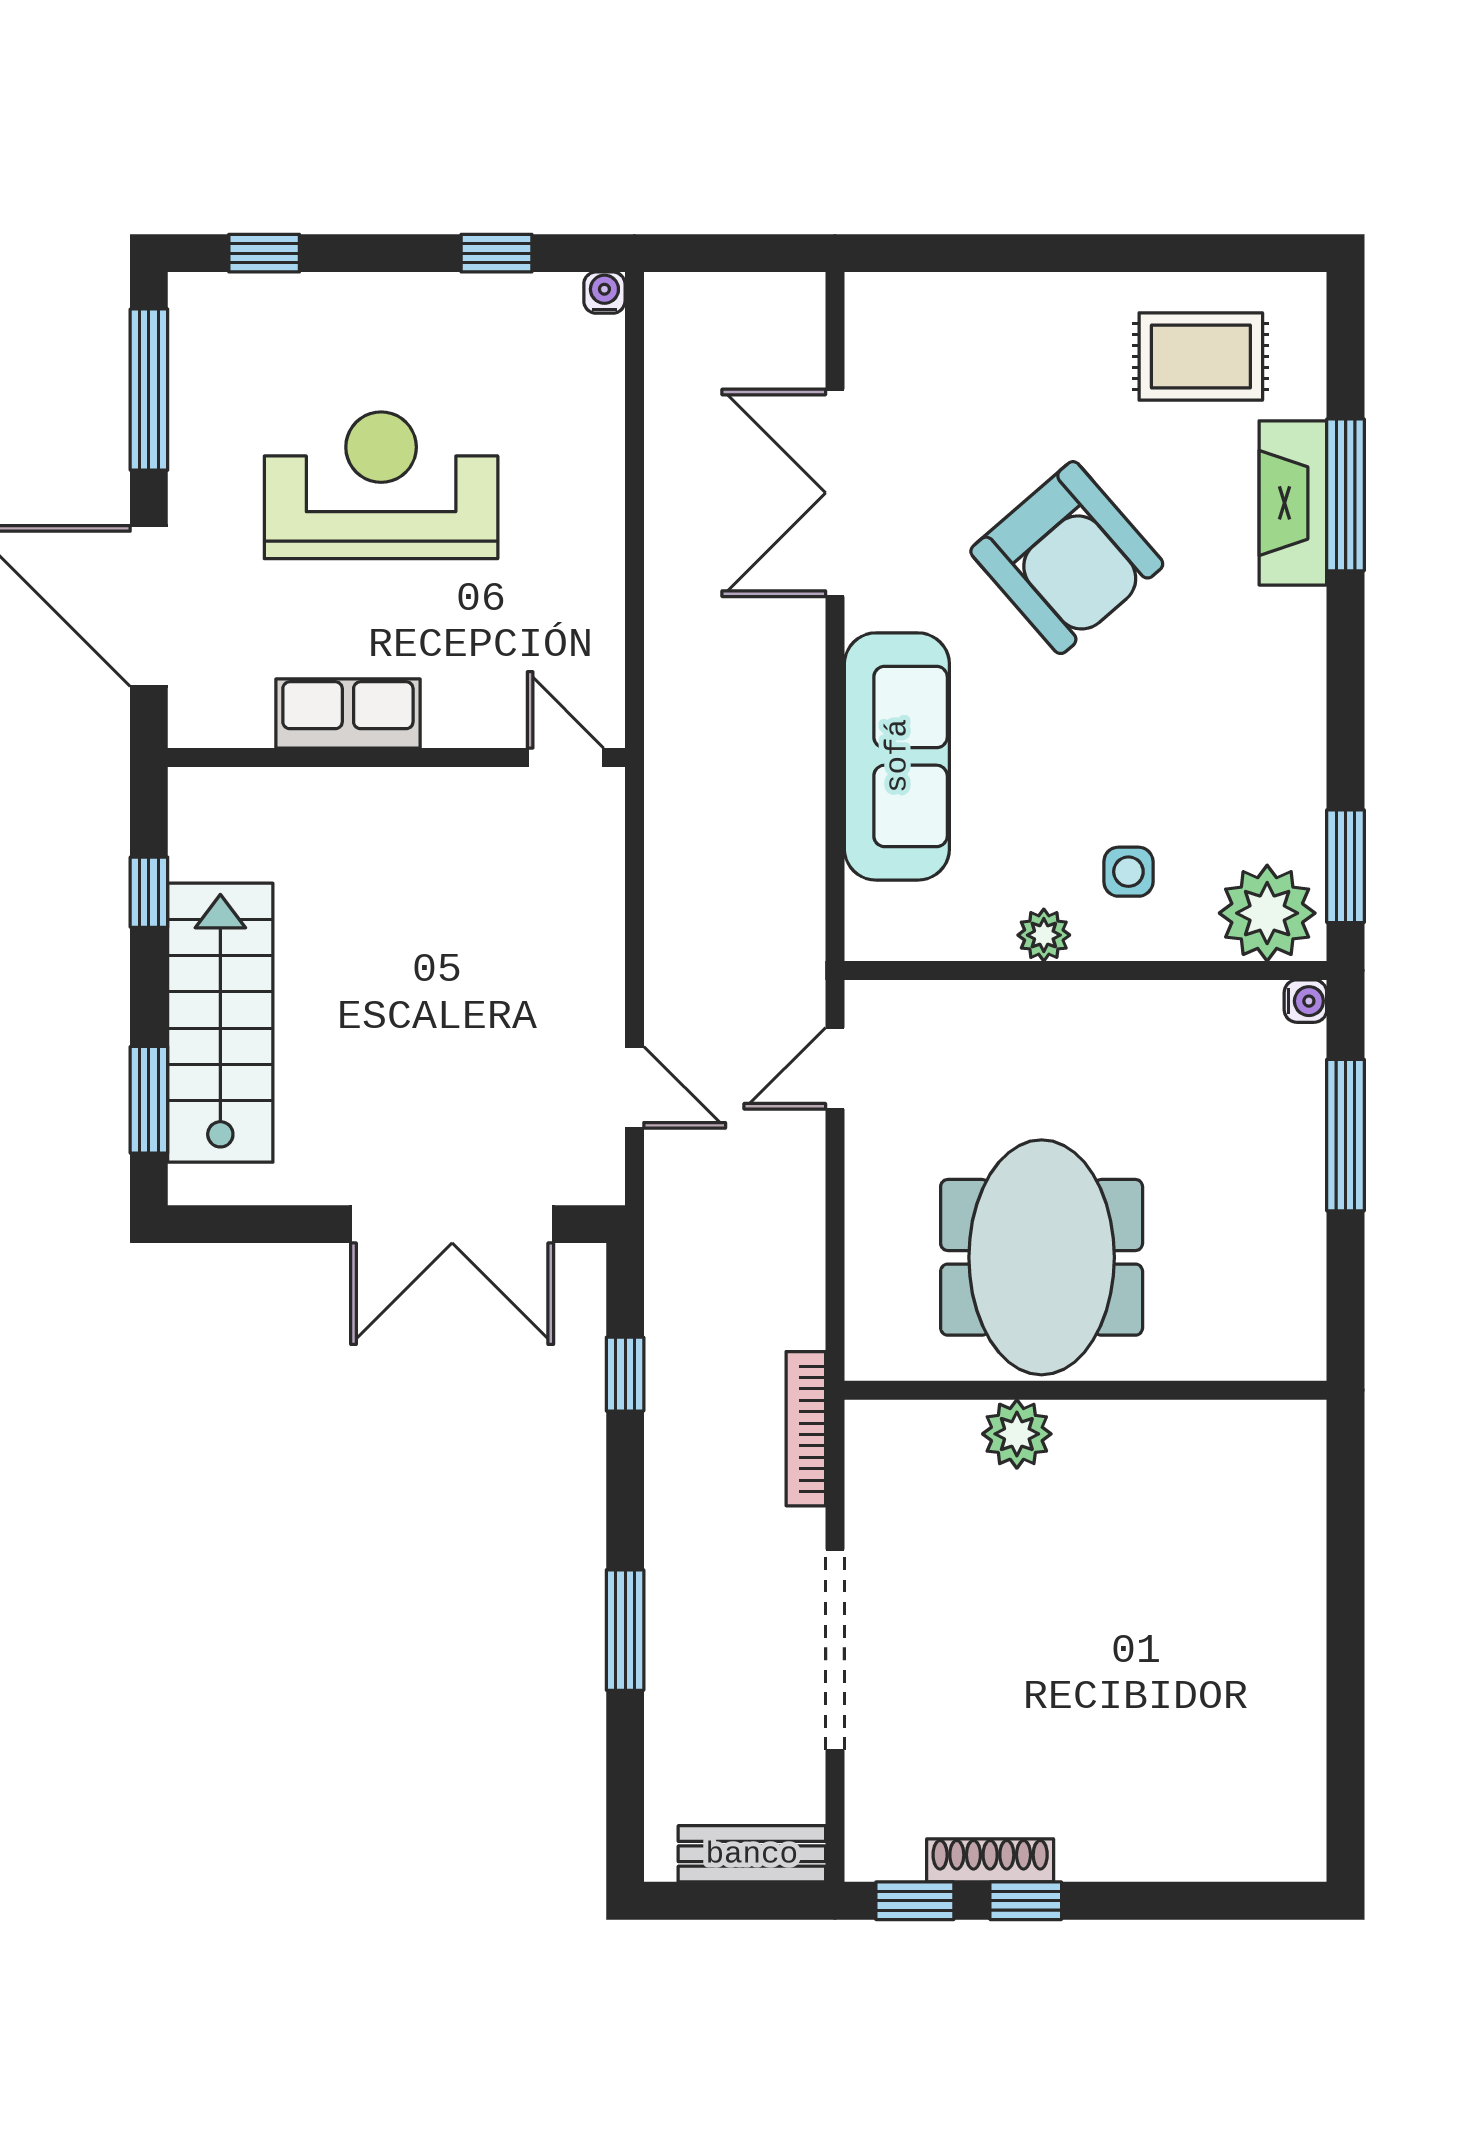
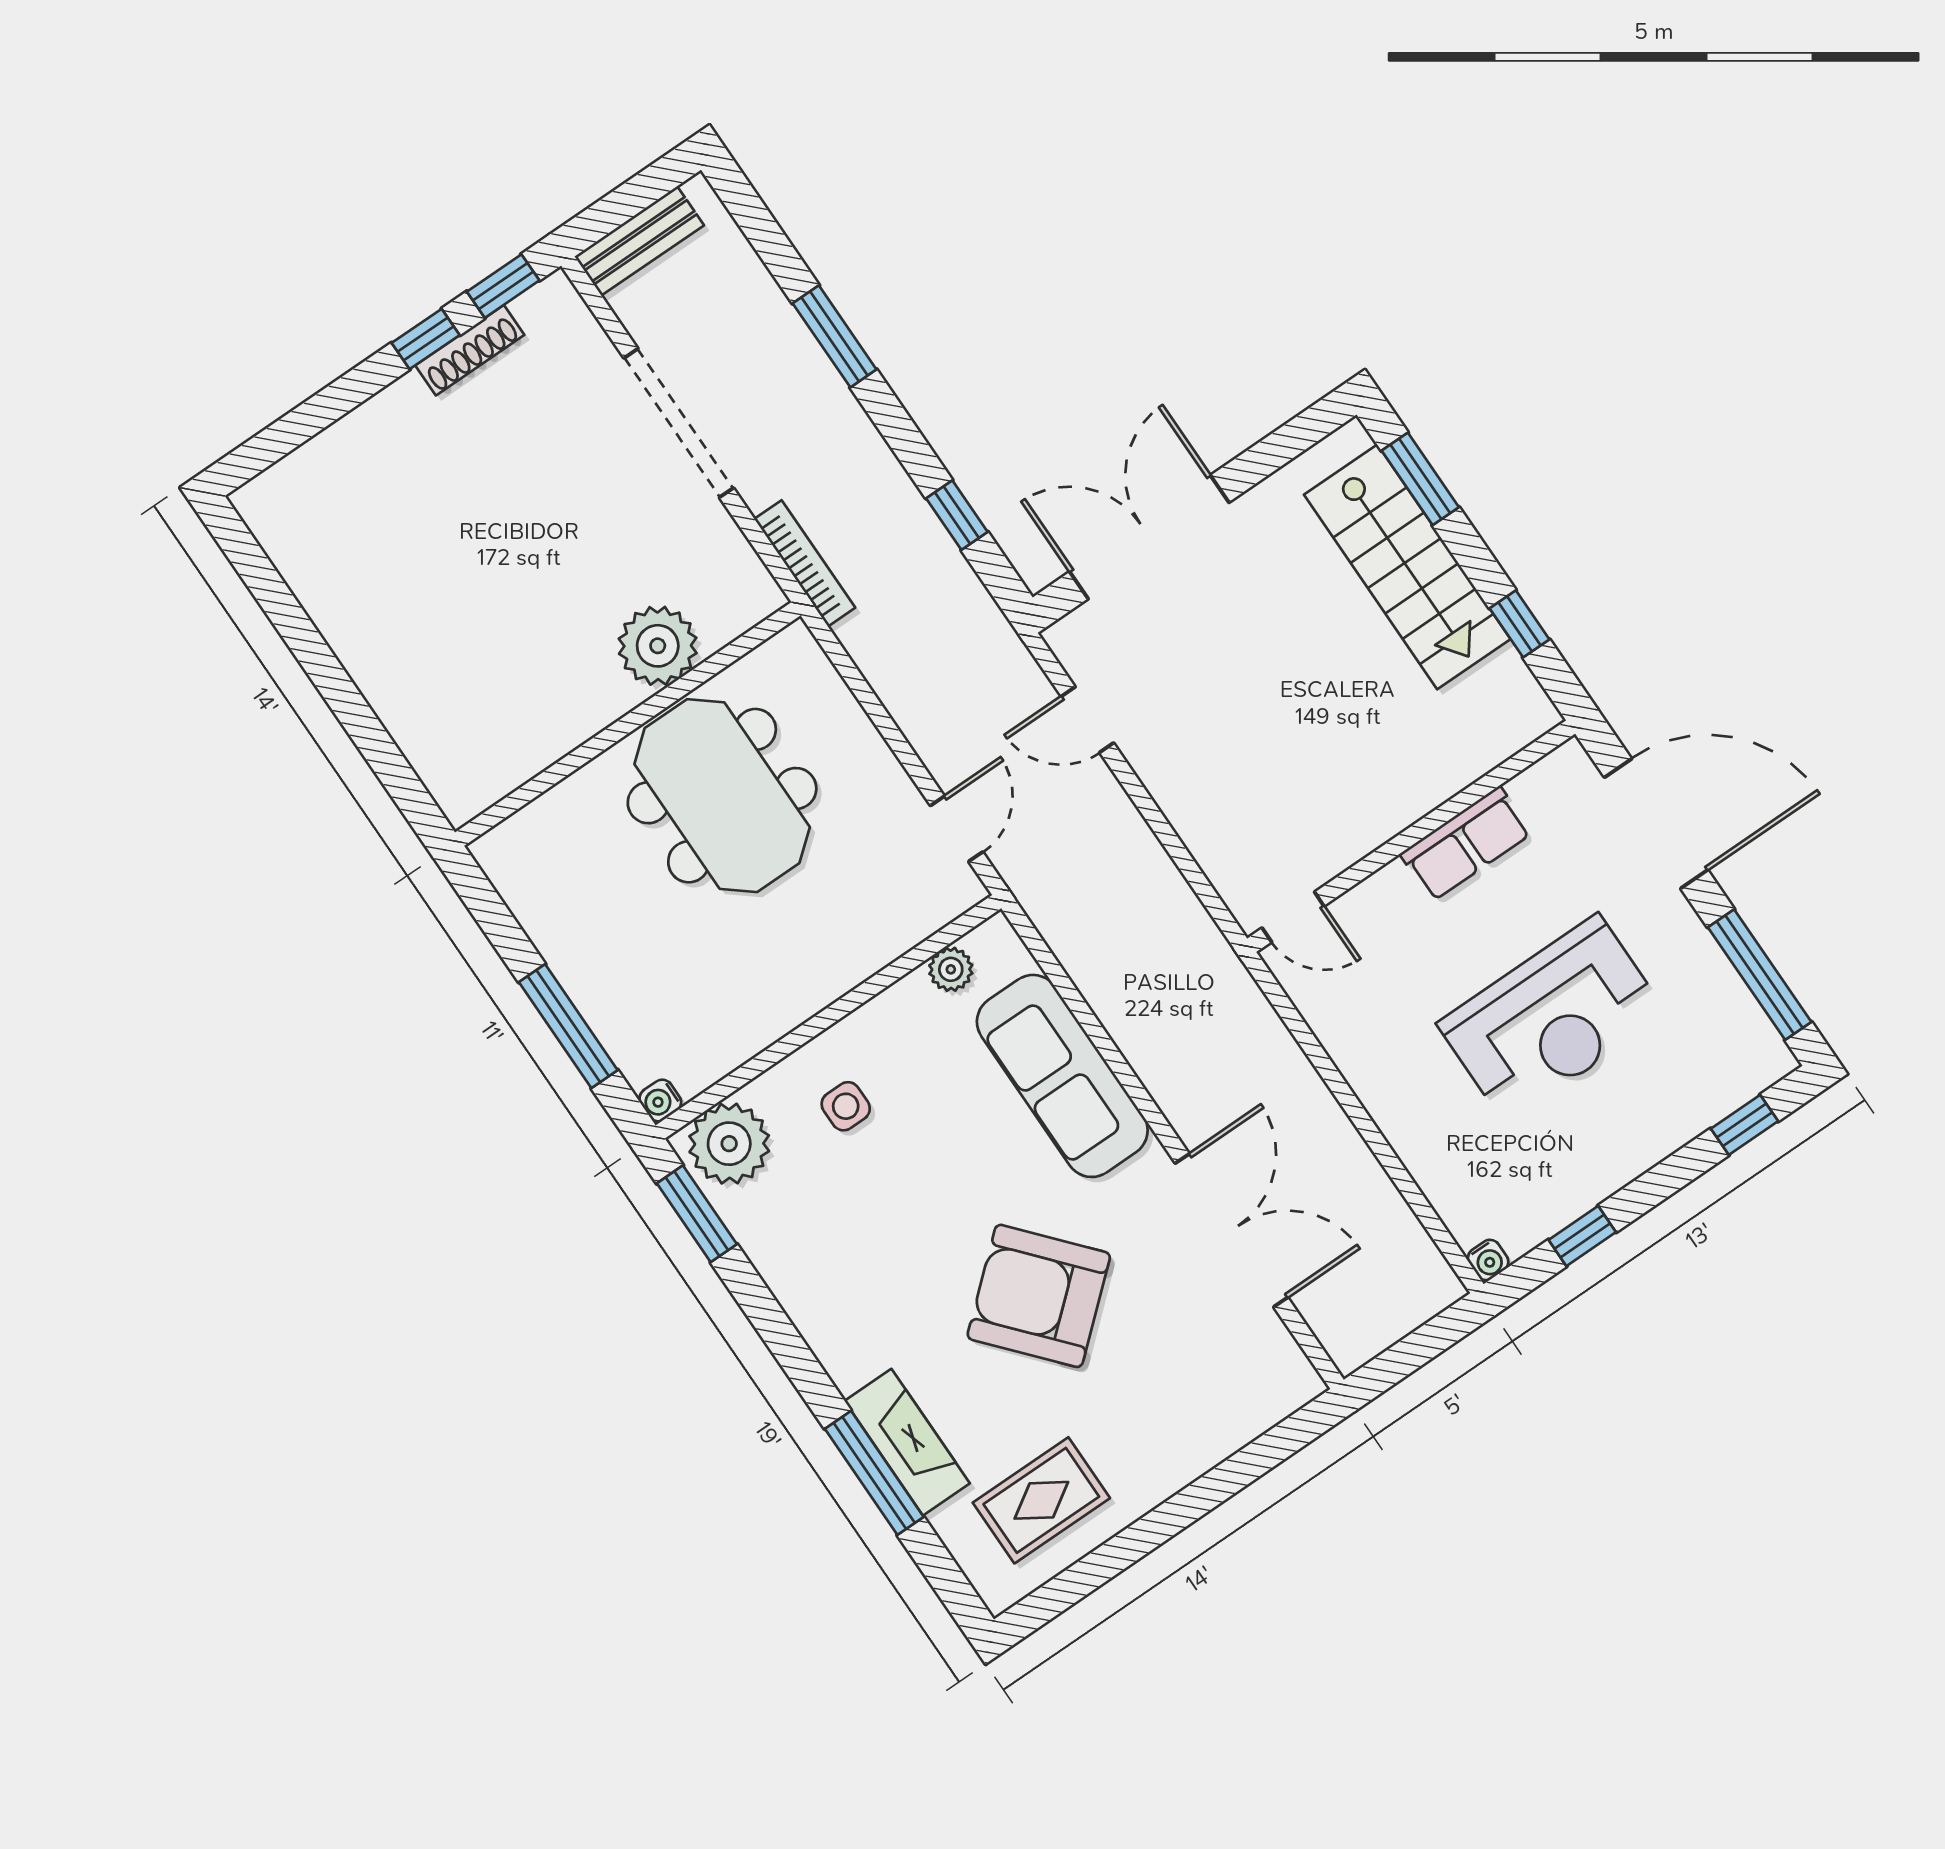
plant: (1044, 935) -> (951, 969), moved
plant: (1017, 1434) -> (658, 646), width x1.36, depth x1.36

